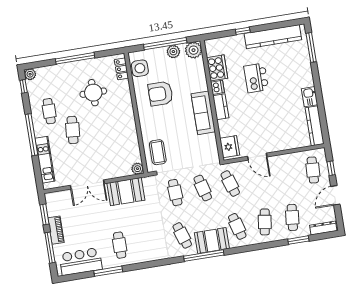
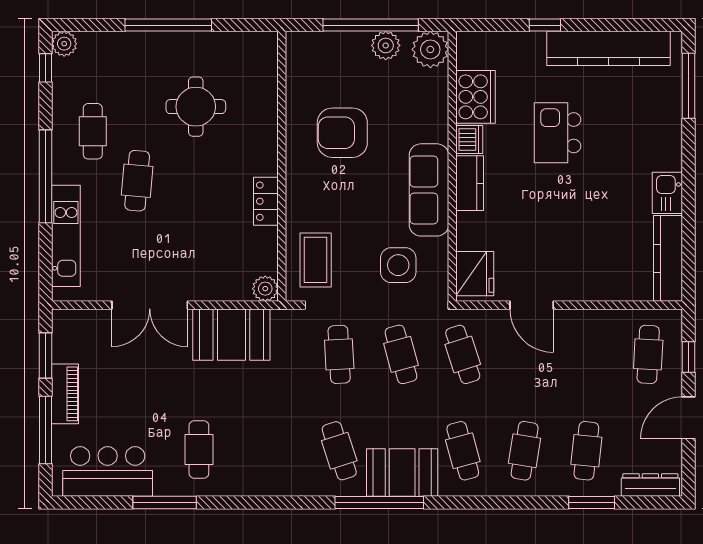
side table: (140, 68) -> (398, 265), moved
locker: (121, 69) -> (266, 201), moved

